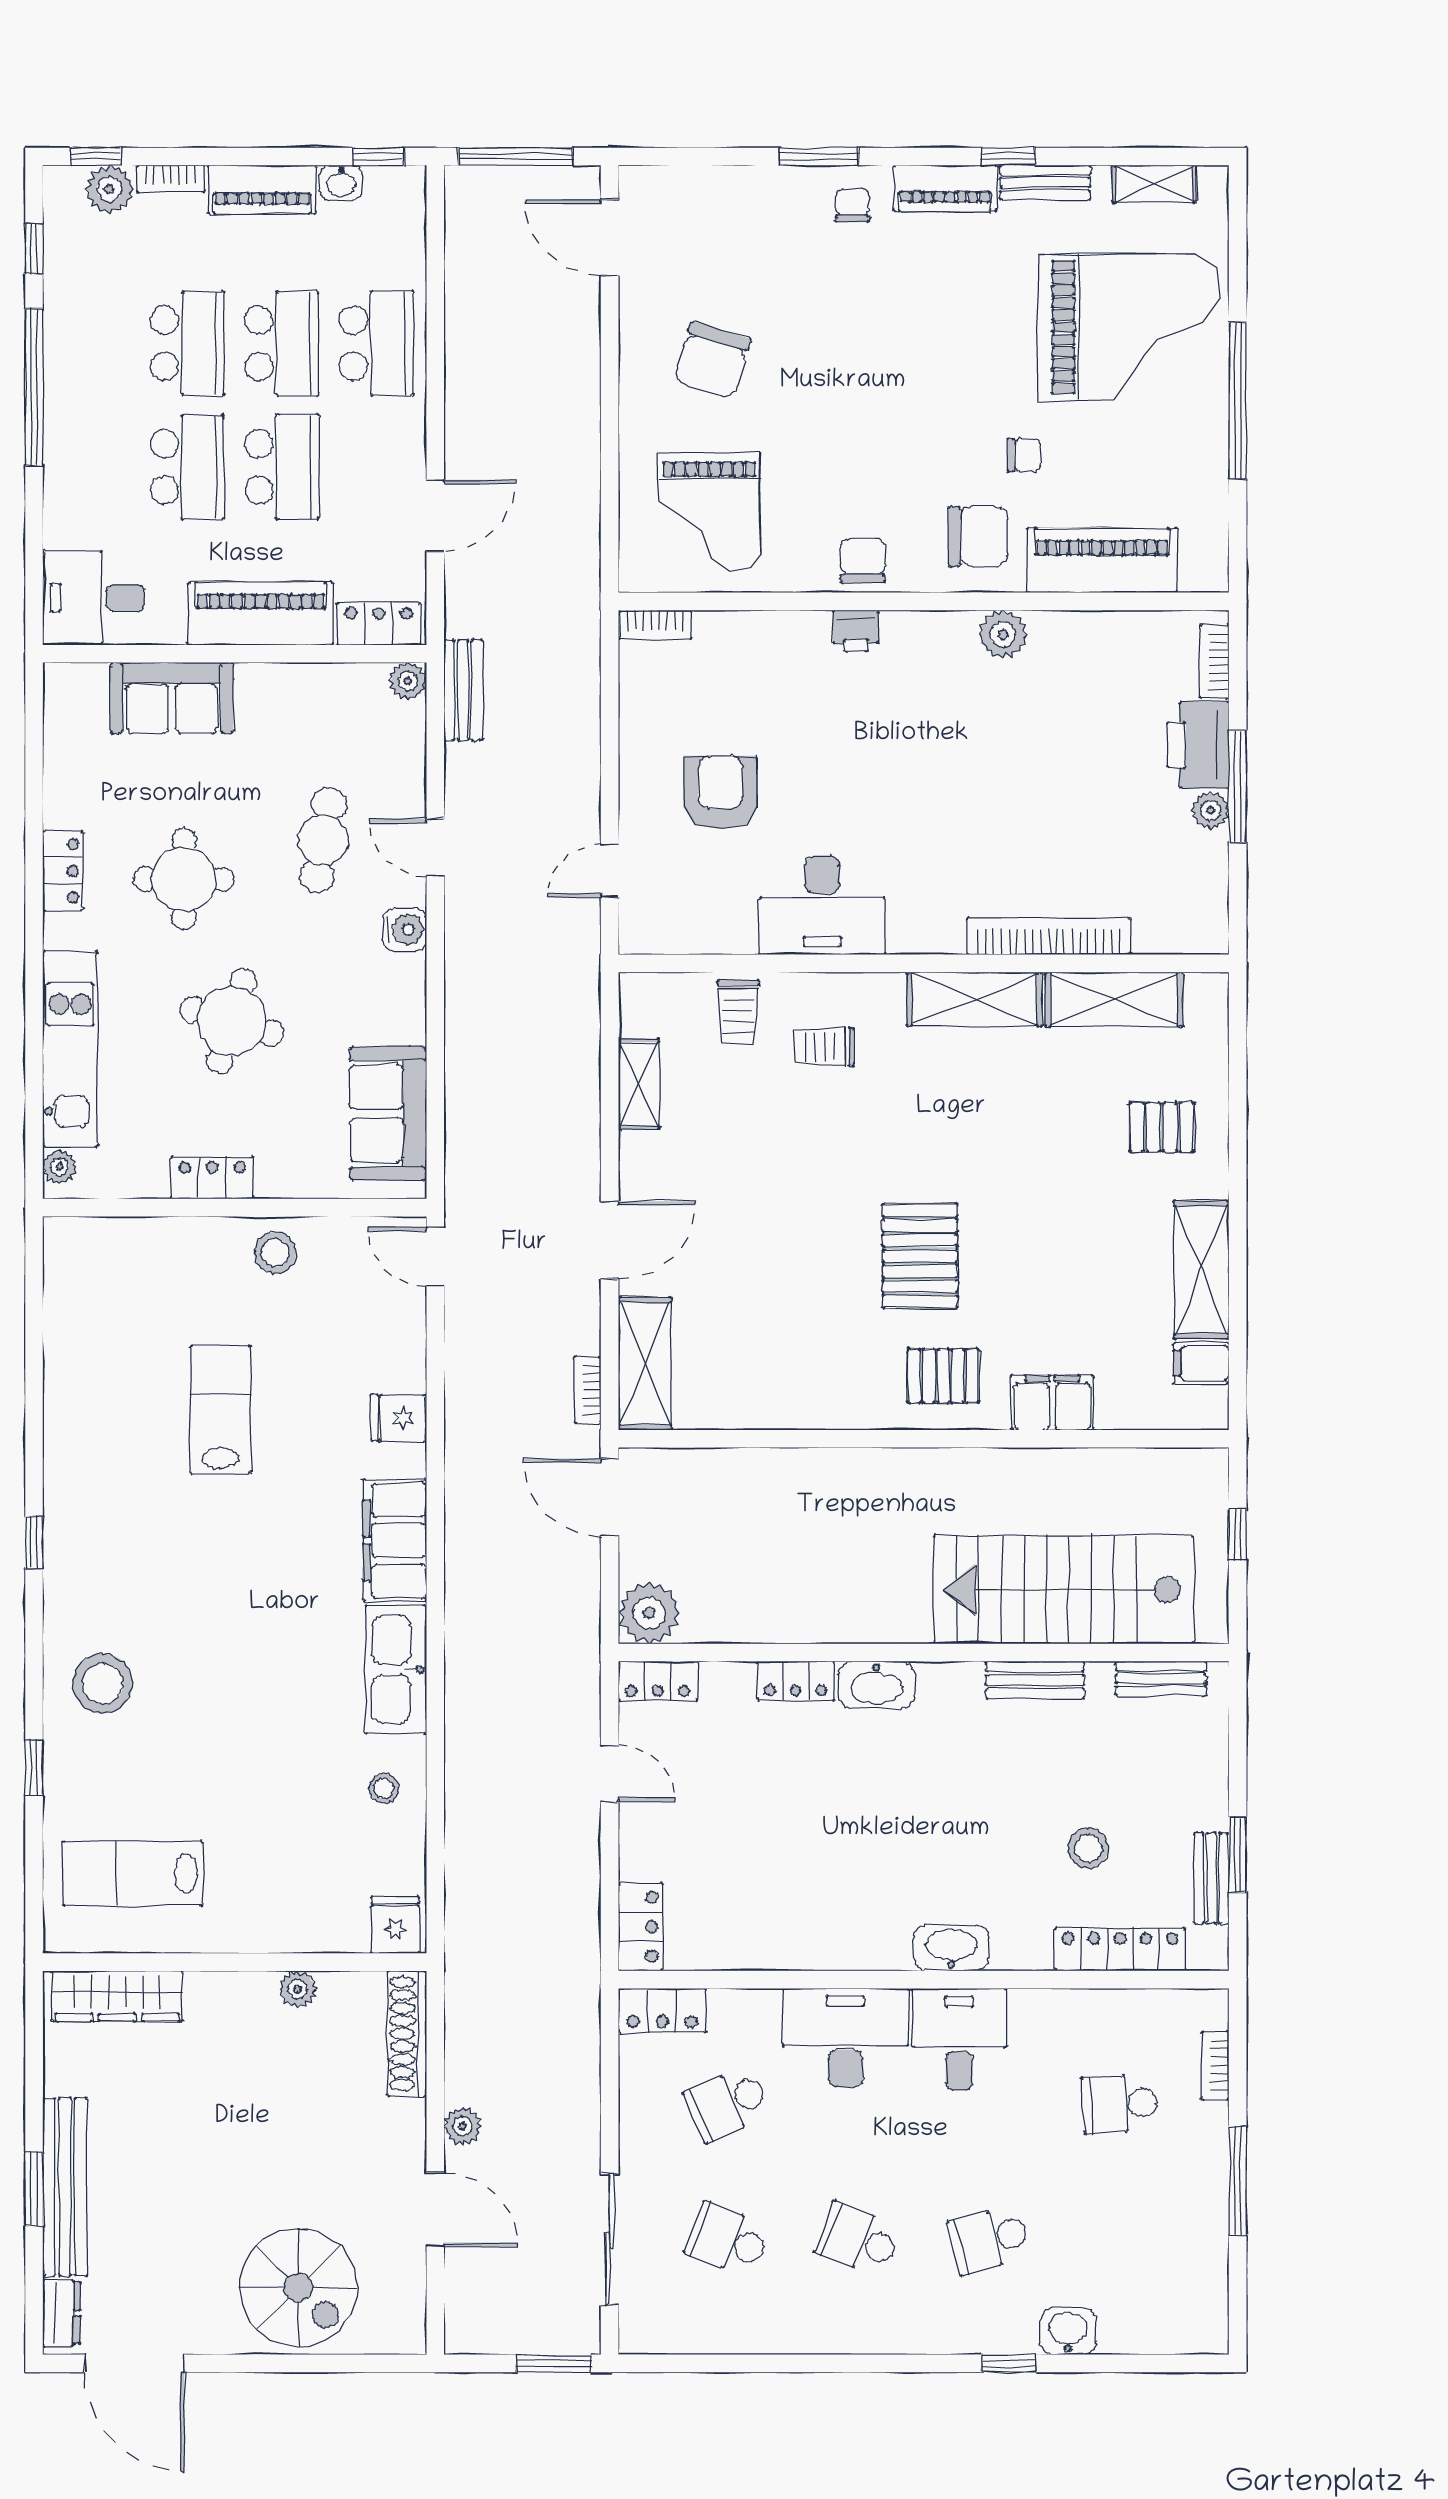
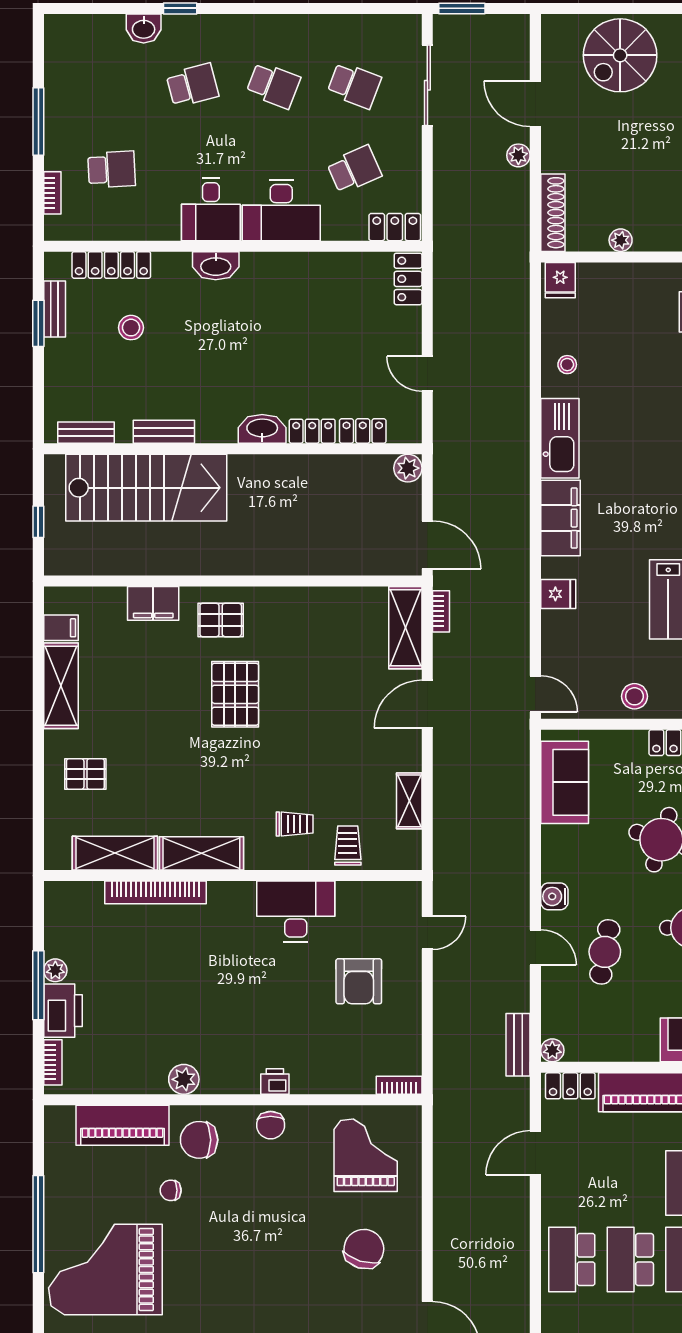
school desk: (282, 467) -> (630, 1183), removed
plant: (649, 1613) -> (408, 468), width x0.73, depth x0.73
locker: (658, 1681) -> (363, 431), moved
spiral stairs: (298, 2288) -> (620, 55), turned -90

